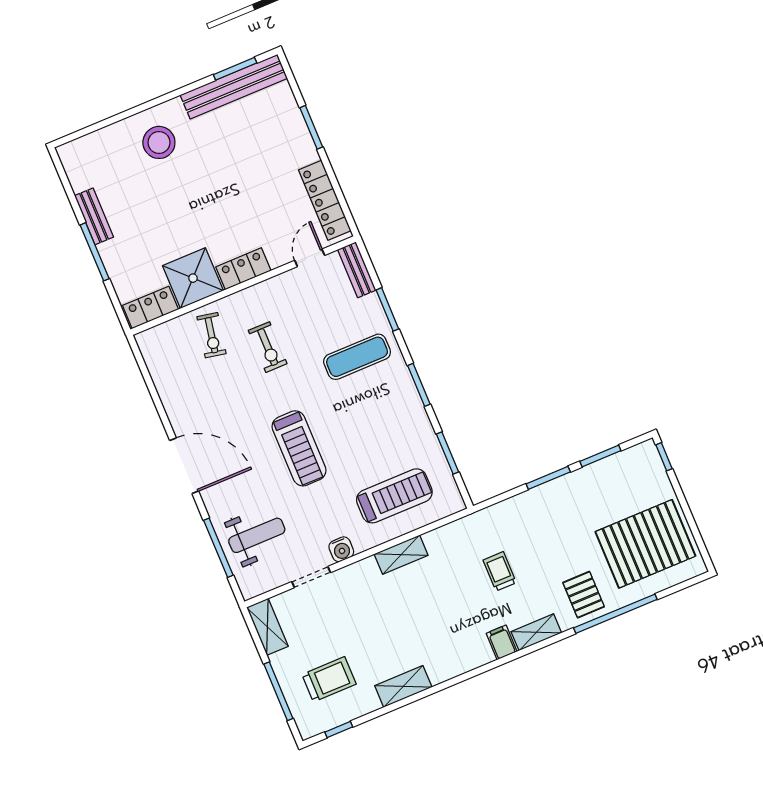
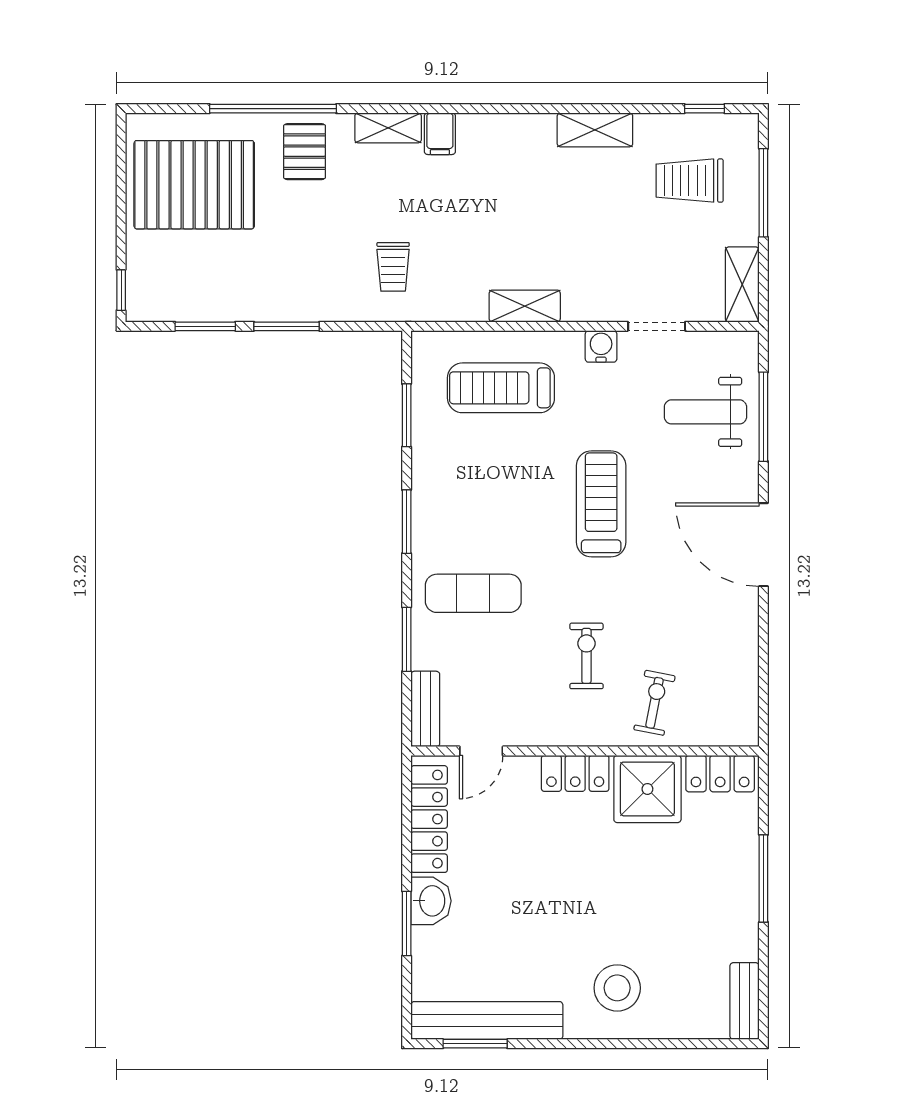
washbasin: (302, 148) -> (431, 901), added
bench: (94, 216) -> (745, 1001), moved
trolley: (500, 571) -> (393, 267), moved

